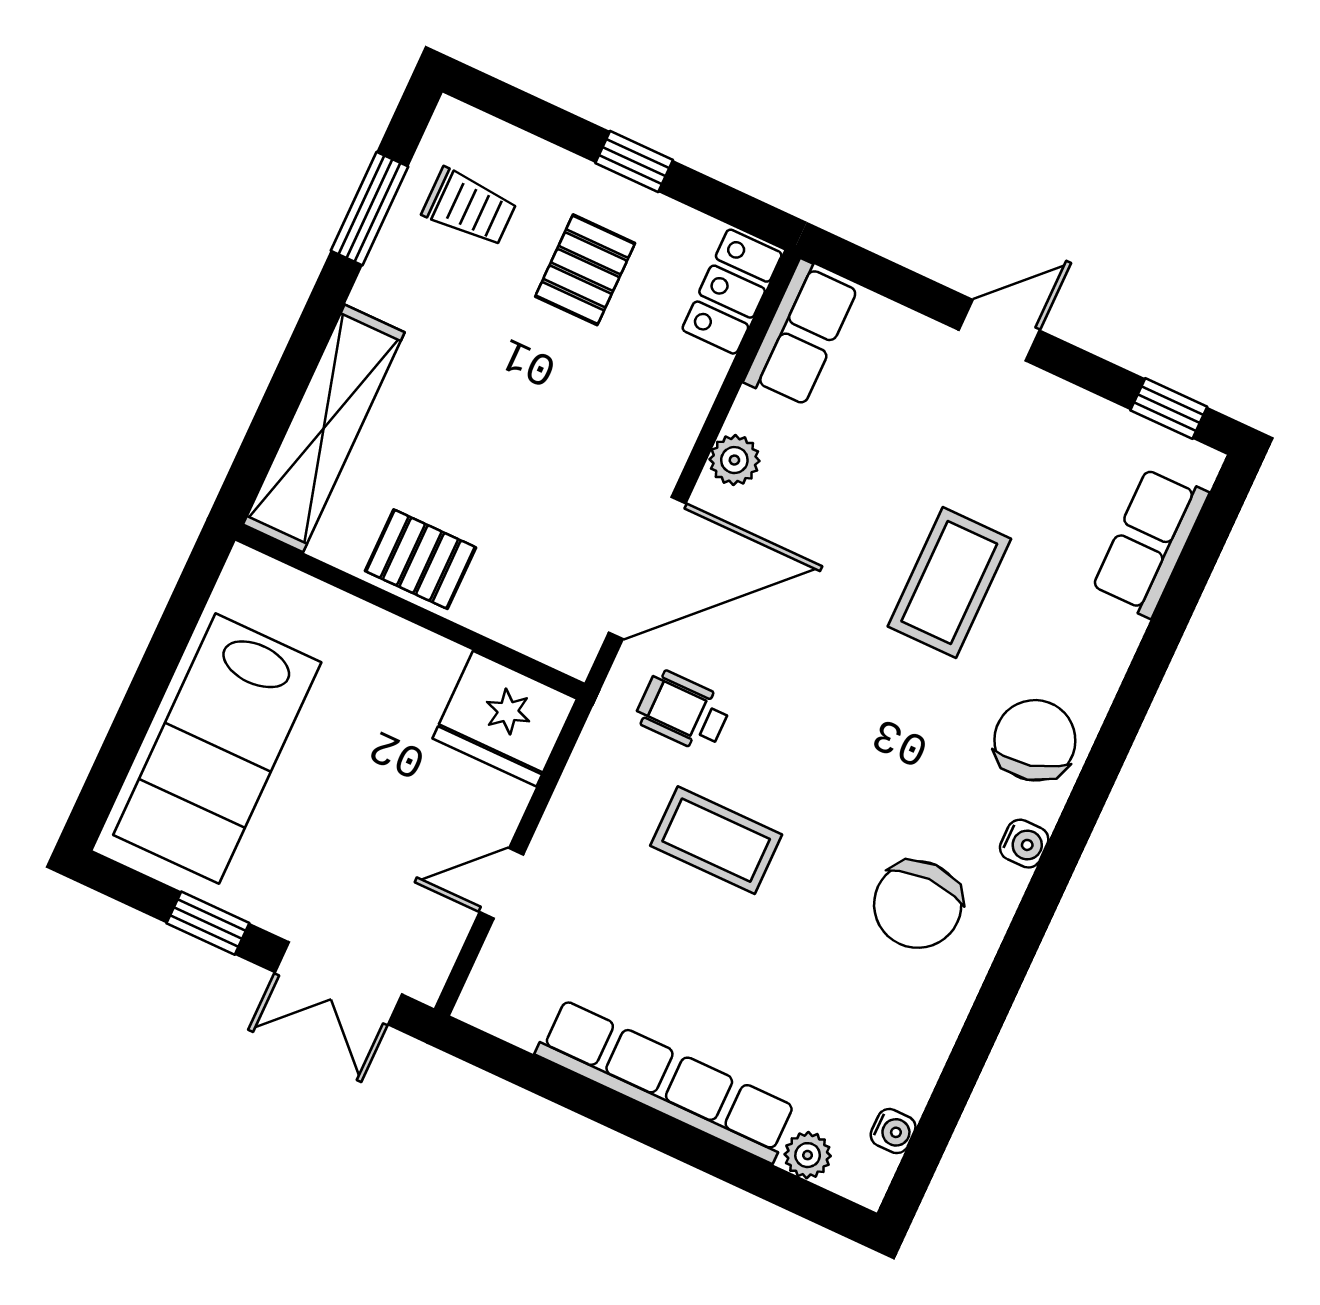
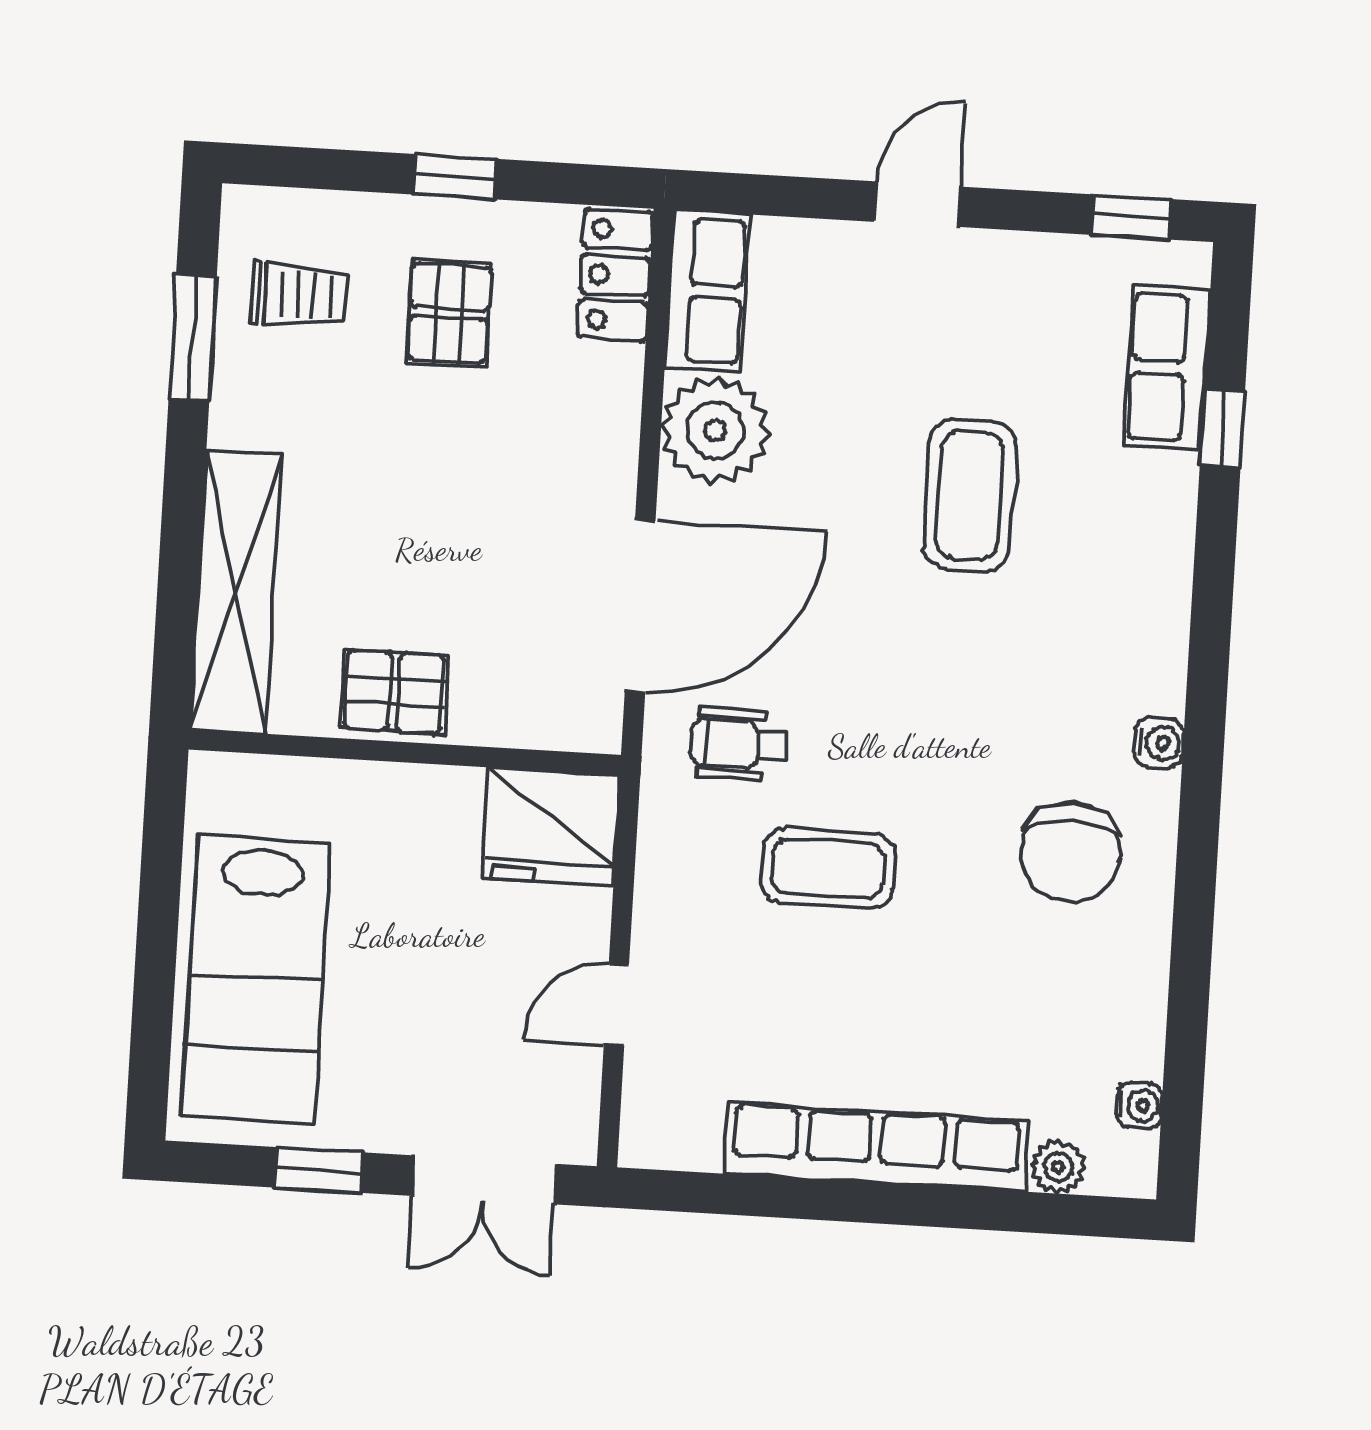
plant: (734, 460) -> (715, 430), width x1.88, depth x1.88
window: (1175, 609) -> (1222, 429), added
chair: (1035, 740) -> (1127, 628), removed

